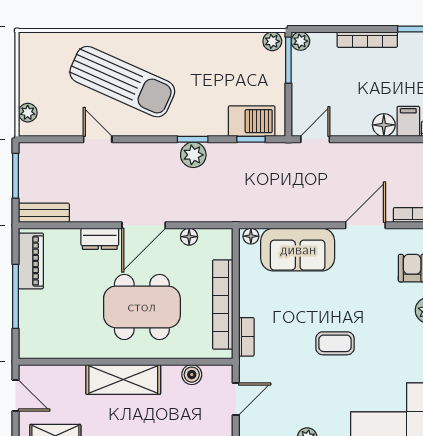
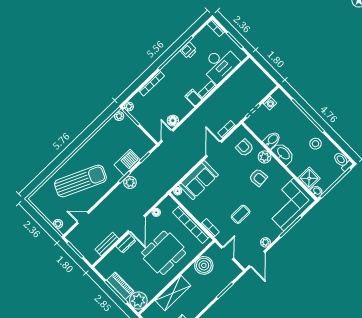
barbecue: (252, 121) -> (127, 162), moved
floor lamp: (384, 125) -> (173, 121), moved
door: (98, 139) -> (83, 218), moved
bench: (44, 213) -> (107, 244), moved
piano: (31, 261) -> (120, 286), moved
armchair: (389, 331) -> (258, 178), added
plant: (36, 341) -> (138, 300), added
coffee table: (335, 343) -> (241, 214), moved
boiler: (192, 375) -> (204, 265), width x1.86, depth x1.86
shelving: (123, 380) -> (173, 293), moved

